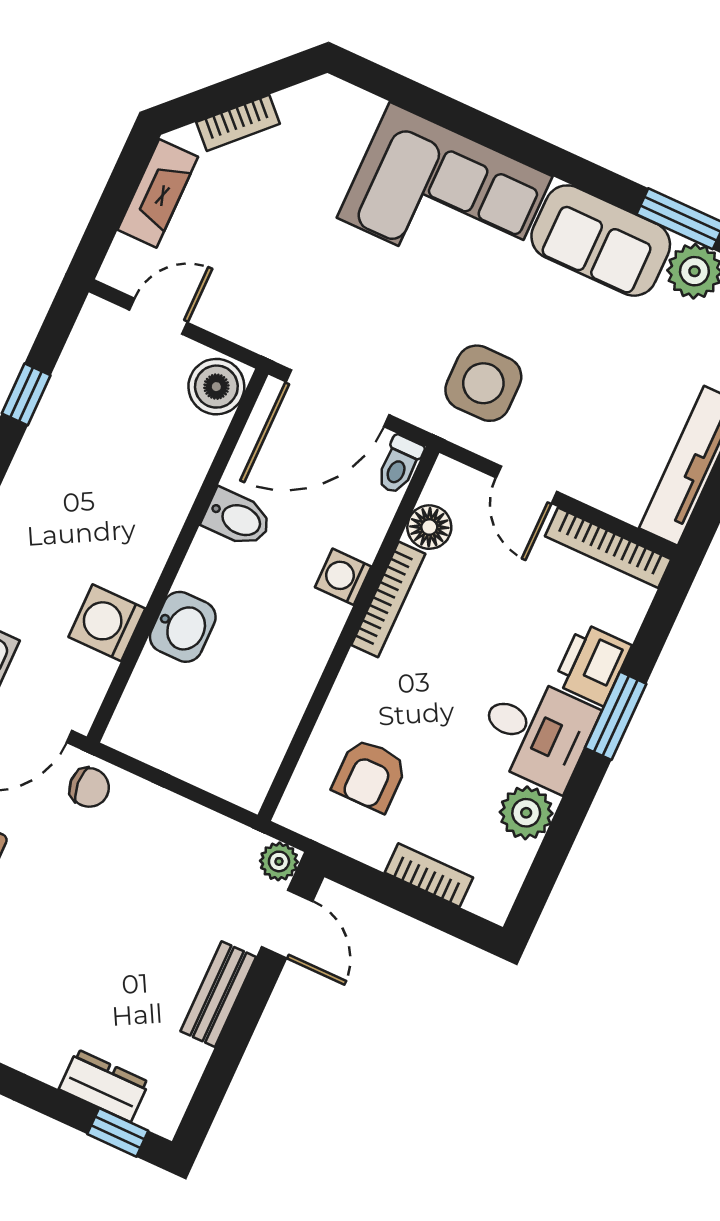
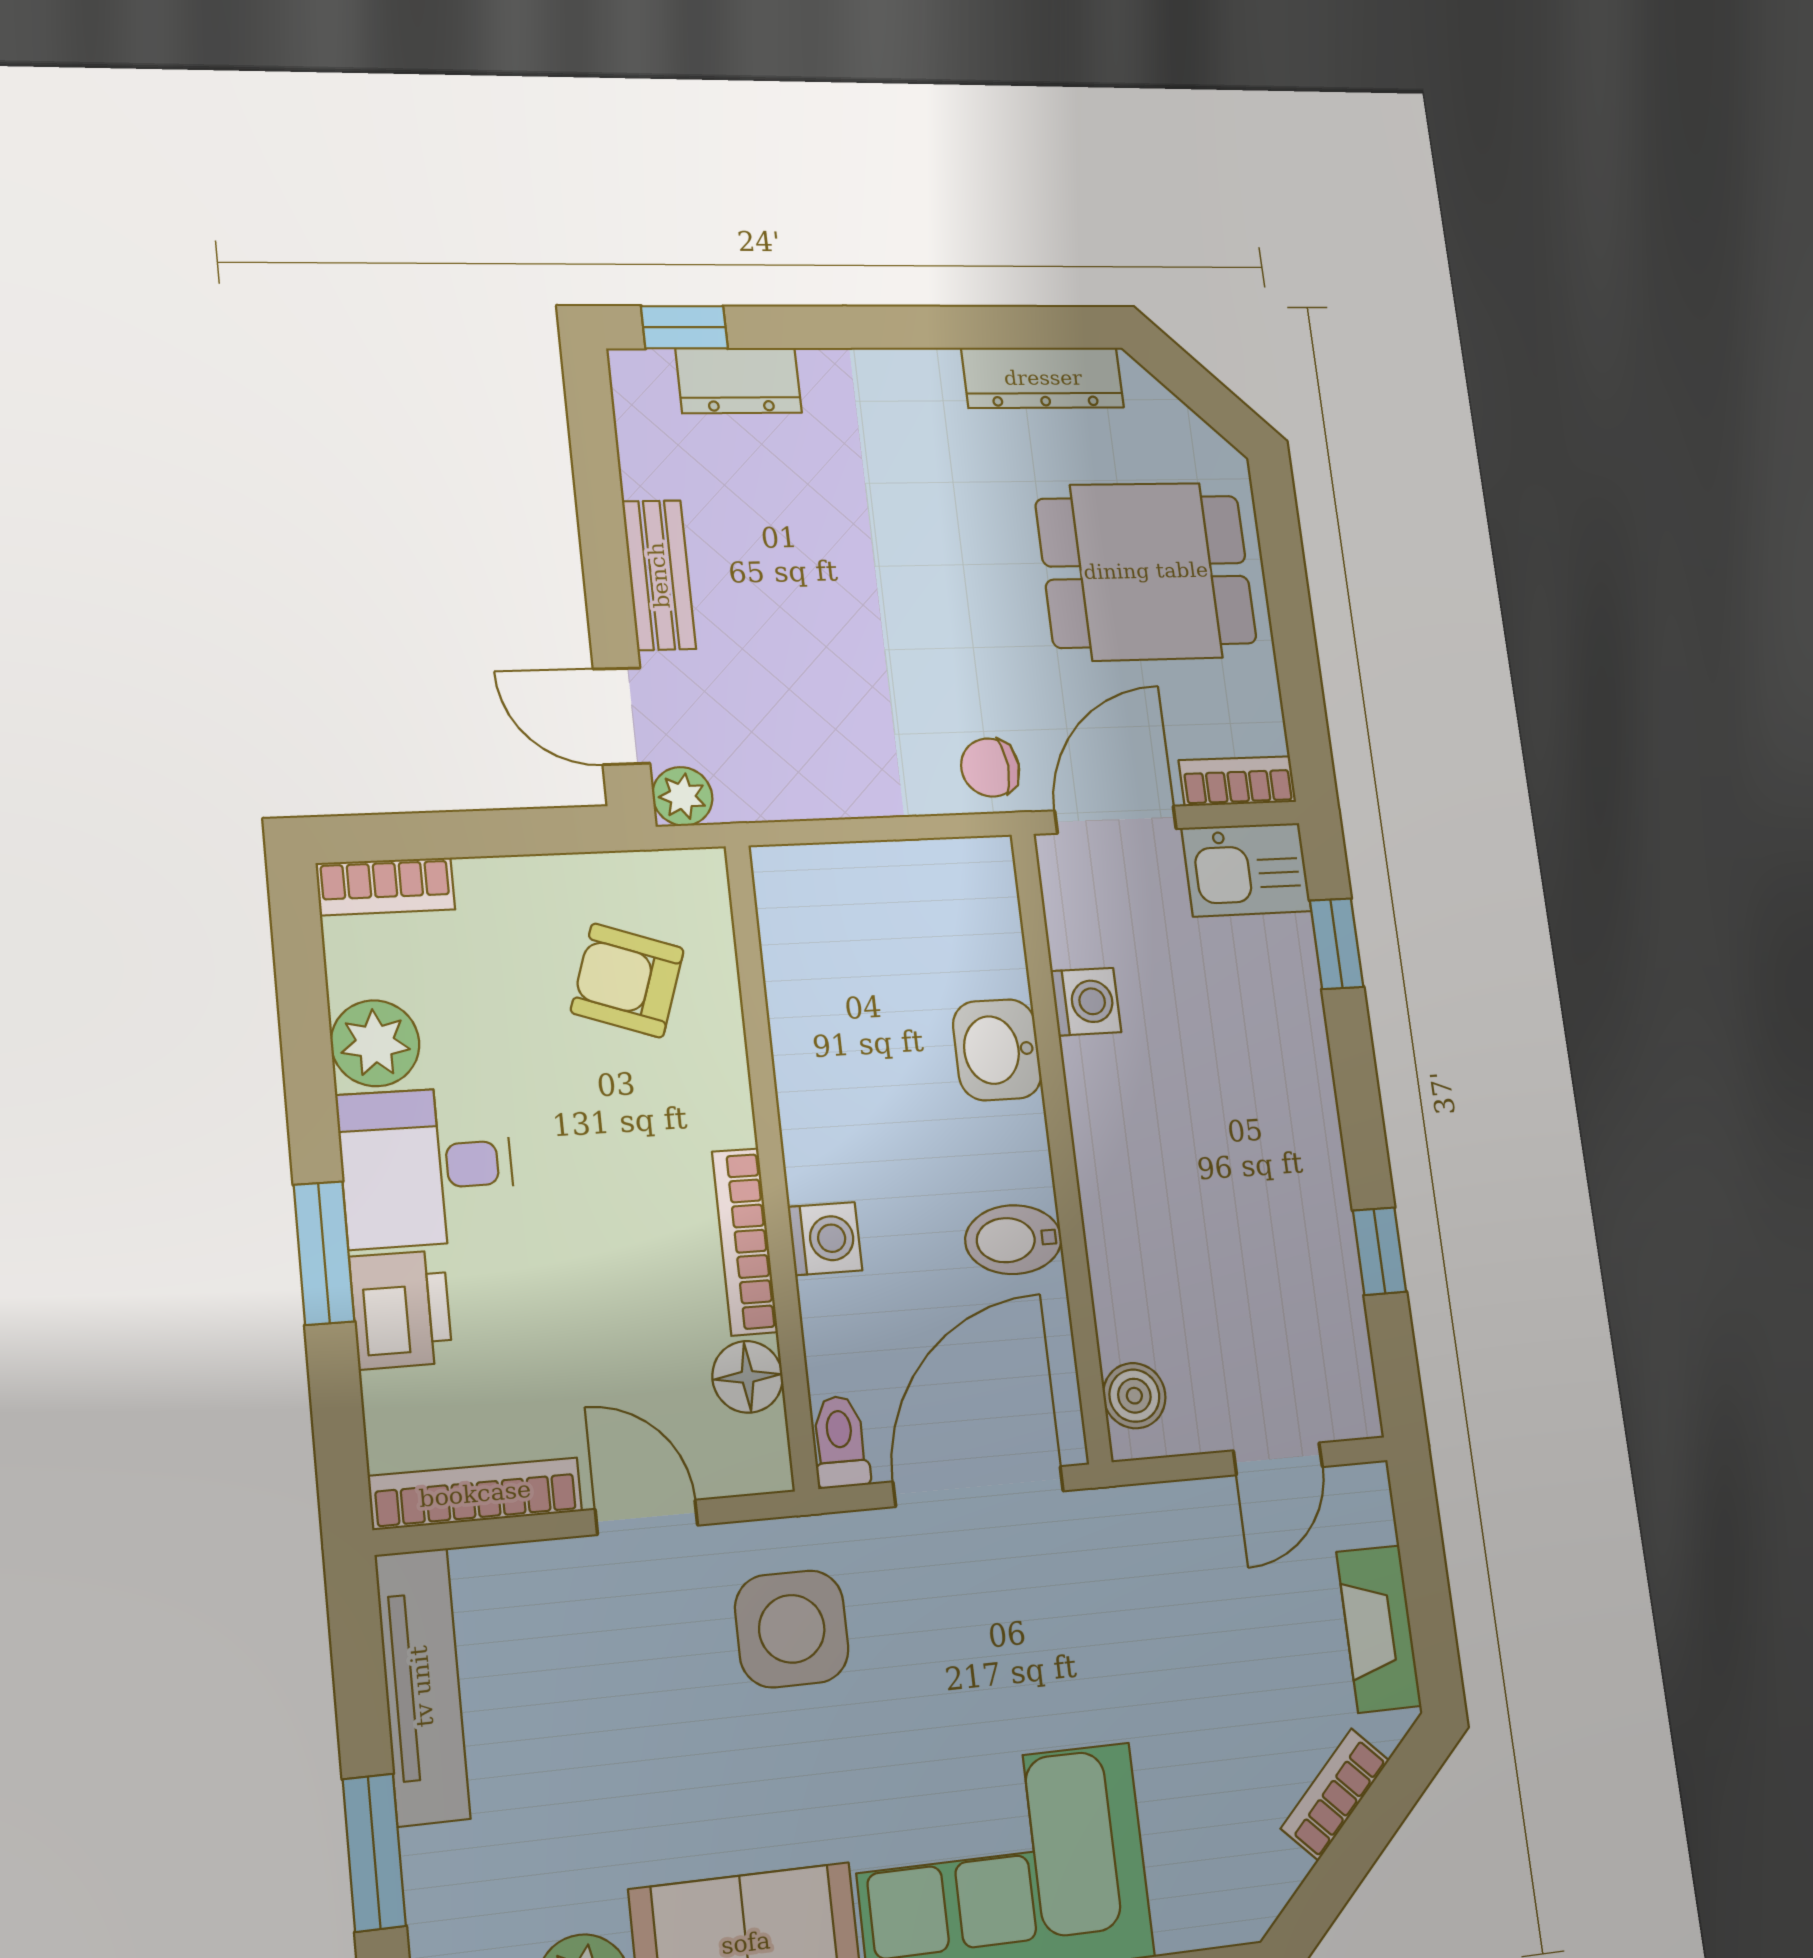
boiler: (216, 387) -> (1134, 1396), width x0.73, depth x0.73
washing machine: (107, 623) -> (1086, 1002), width x0.73, depth x0.73
armchair: (370, 775) -> (627, 980), turned -71
bookcase: (429, 875) -> (386, 886), moved

